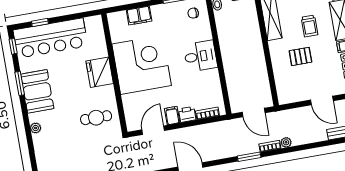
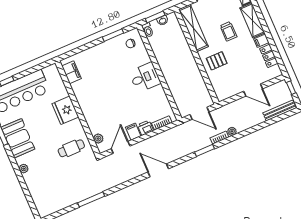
filing cabinet: (139, 16) -> (71, 72), moved, turned -90
pallet: (300, 56) -> (217, 61), moved
corner desk: (142, 65) -> (98, 96), removed
plant: (130, 114) -> (98, 139), added

